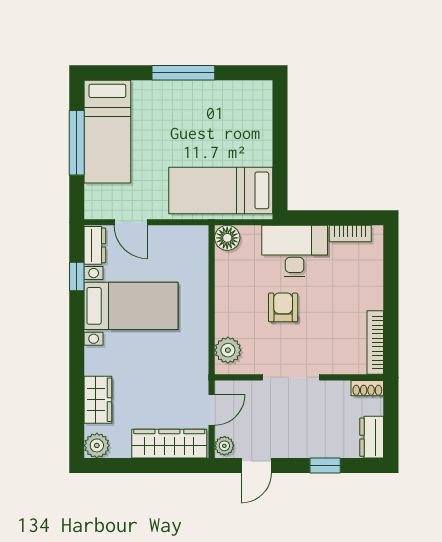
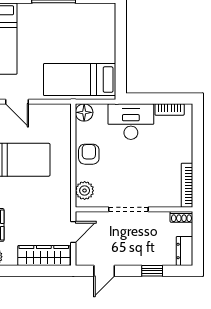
armchair: (283, 307) -> (89, 154), moved
plant: (224, 446) -> (82, 257), removed

